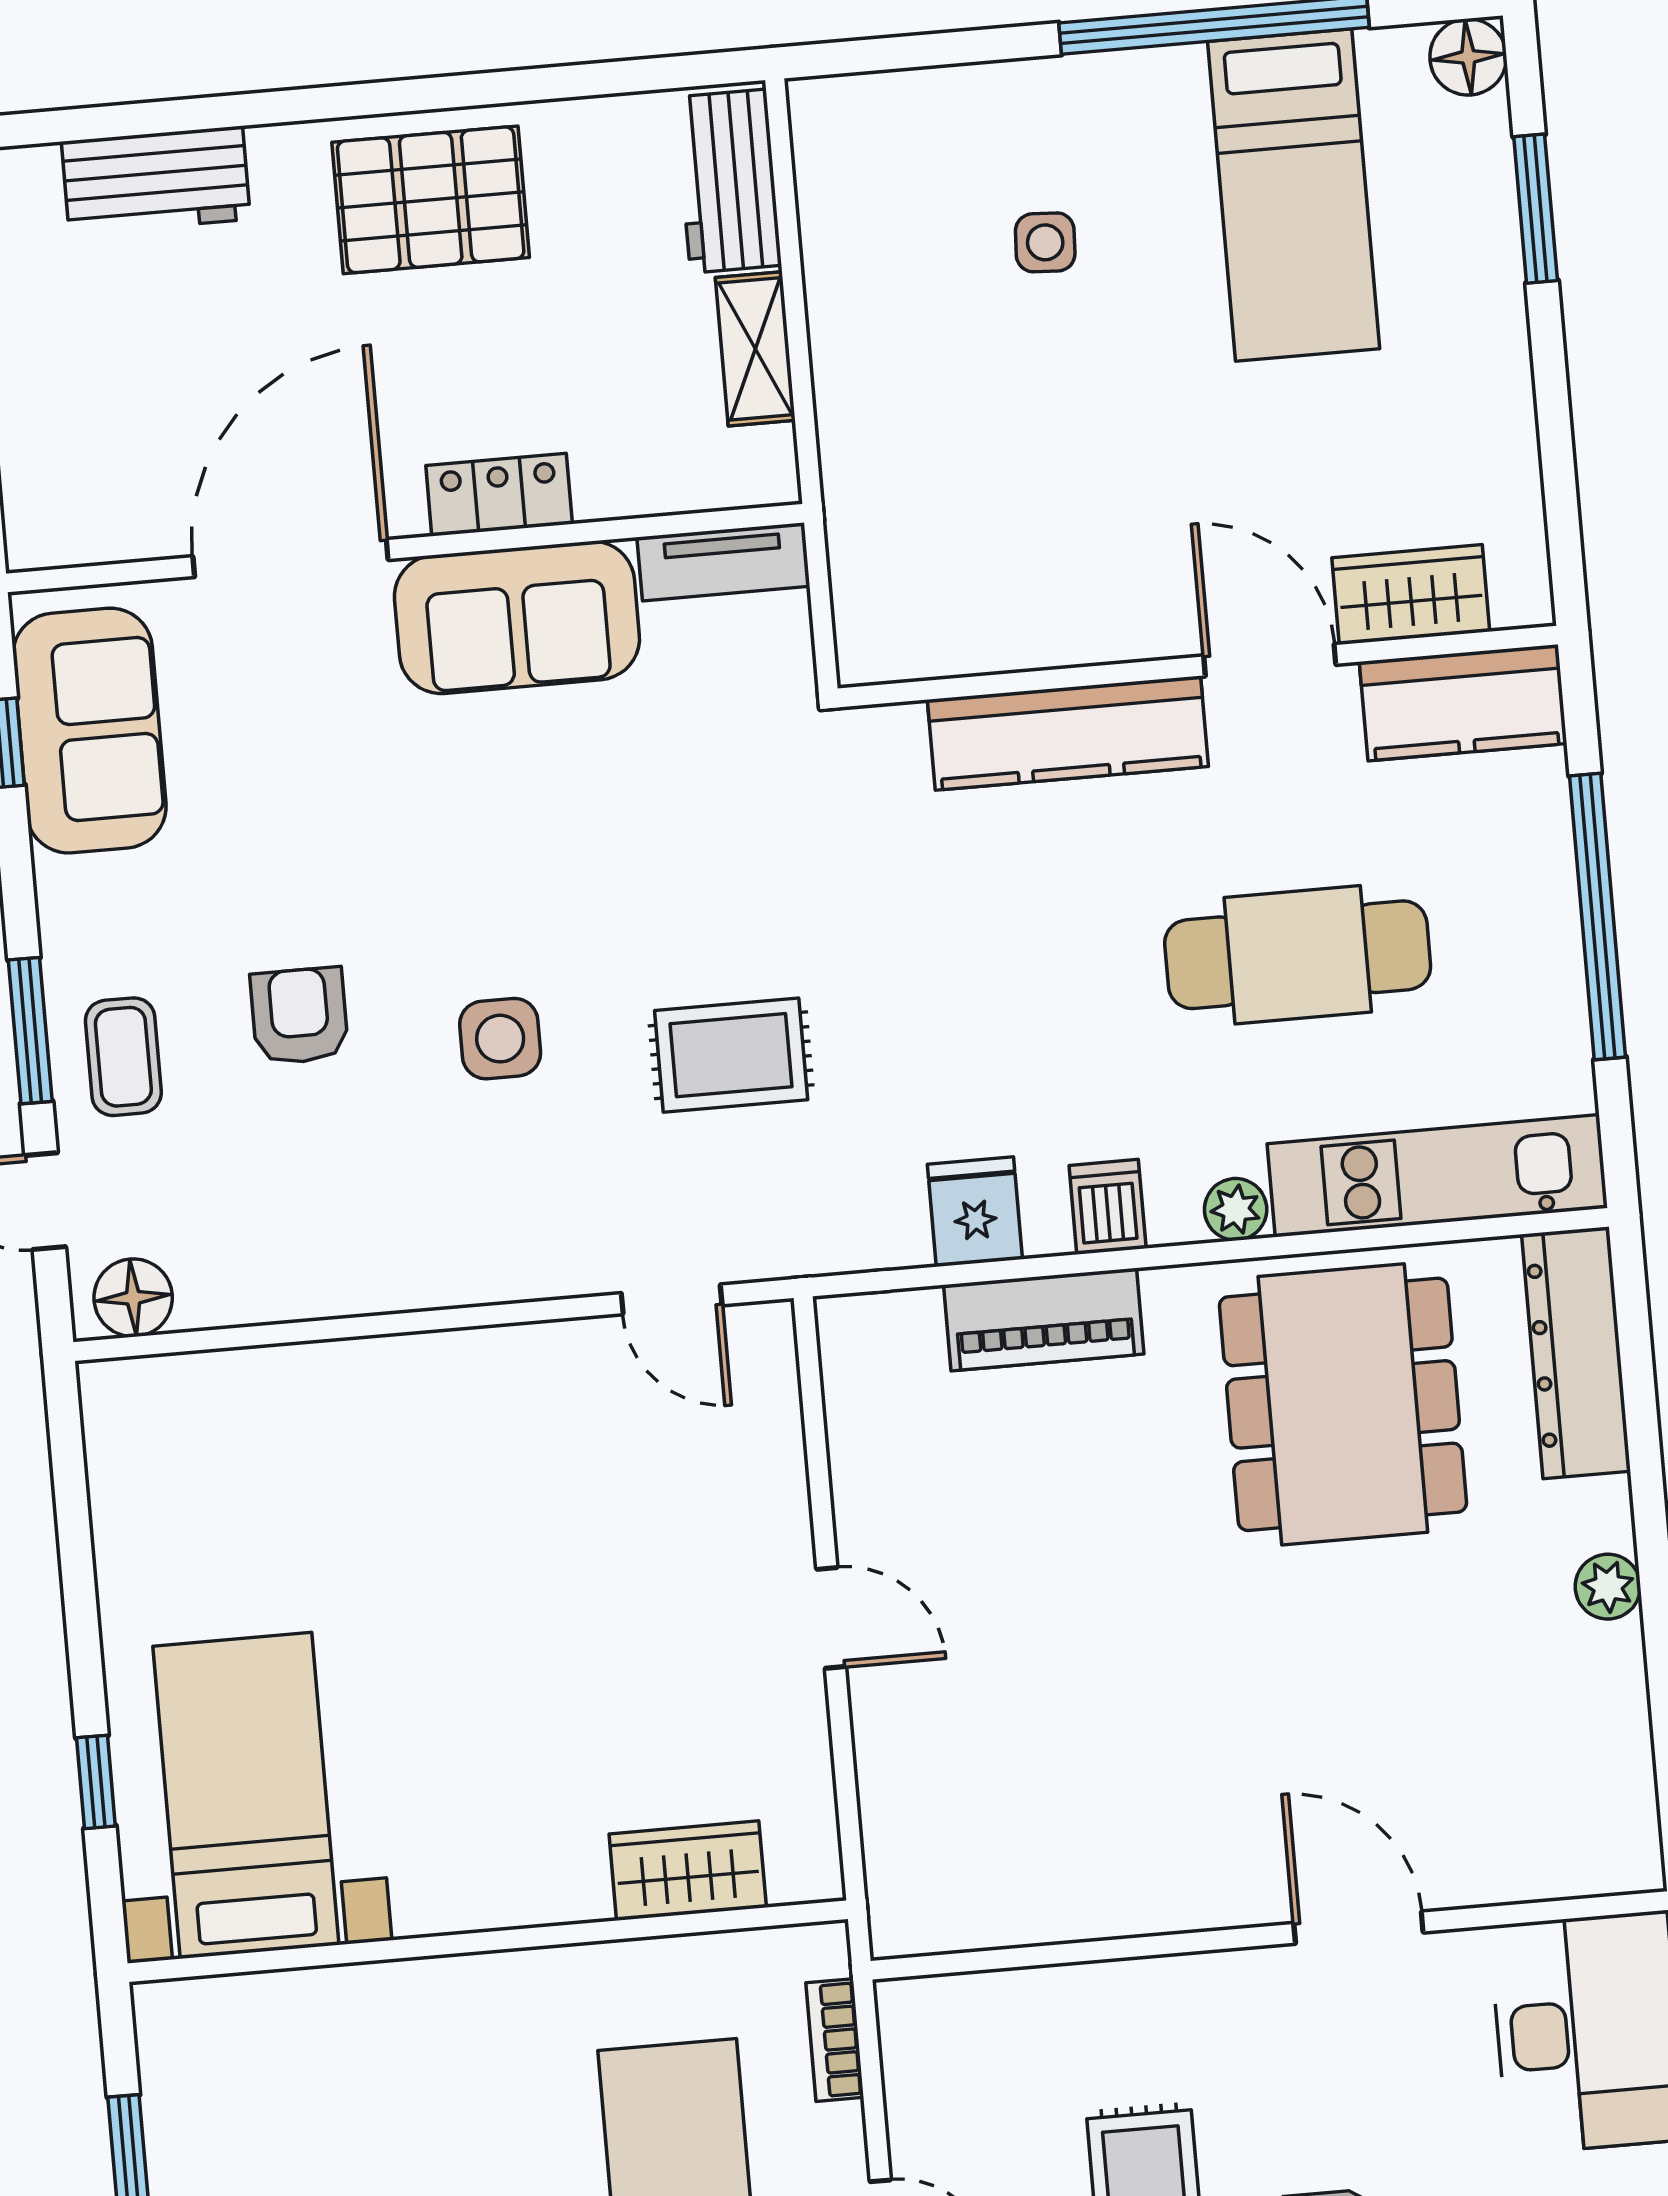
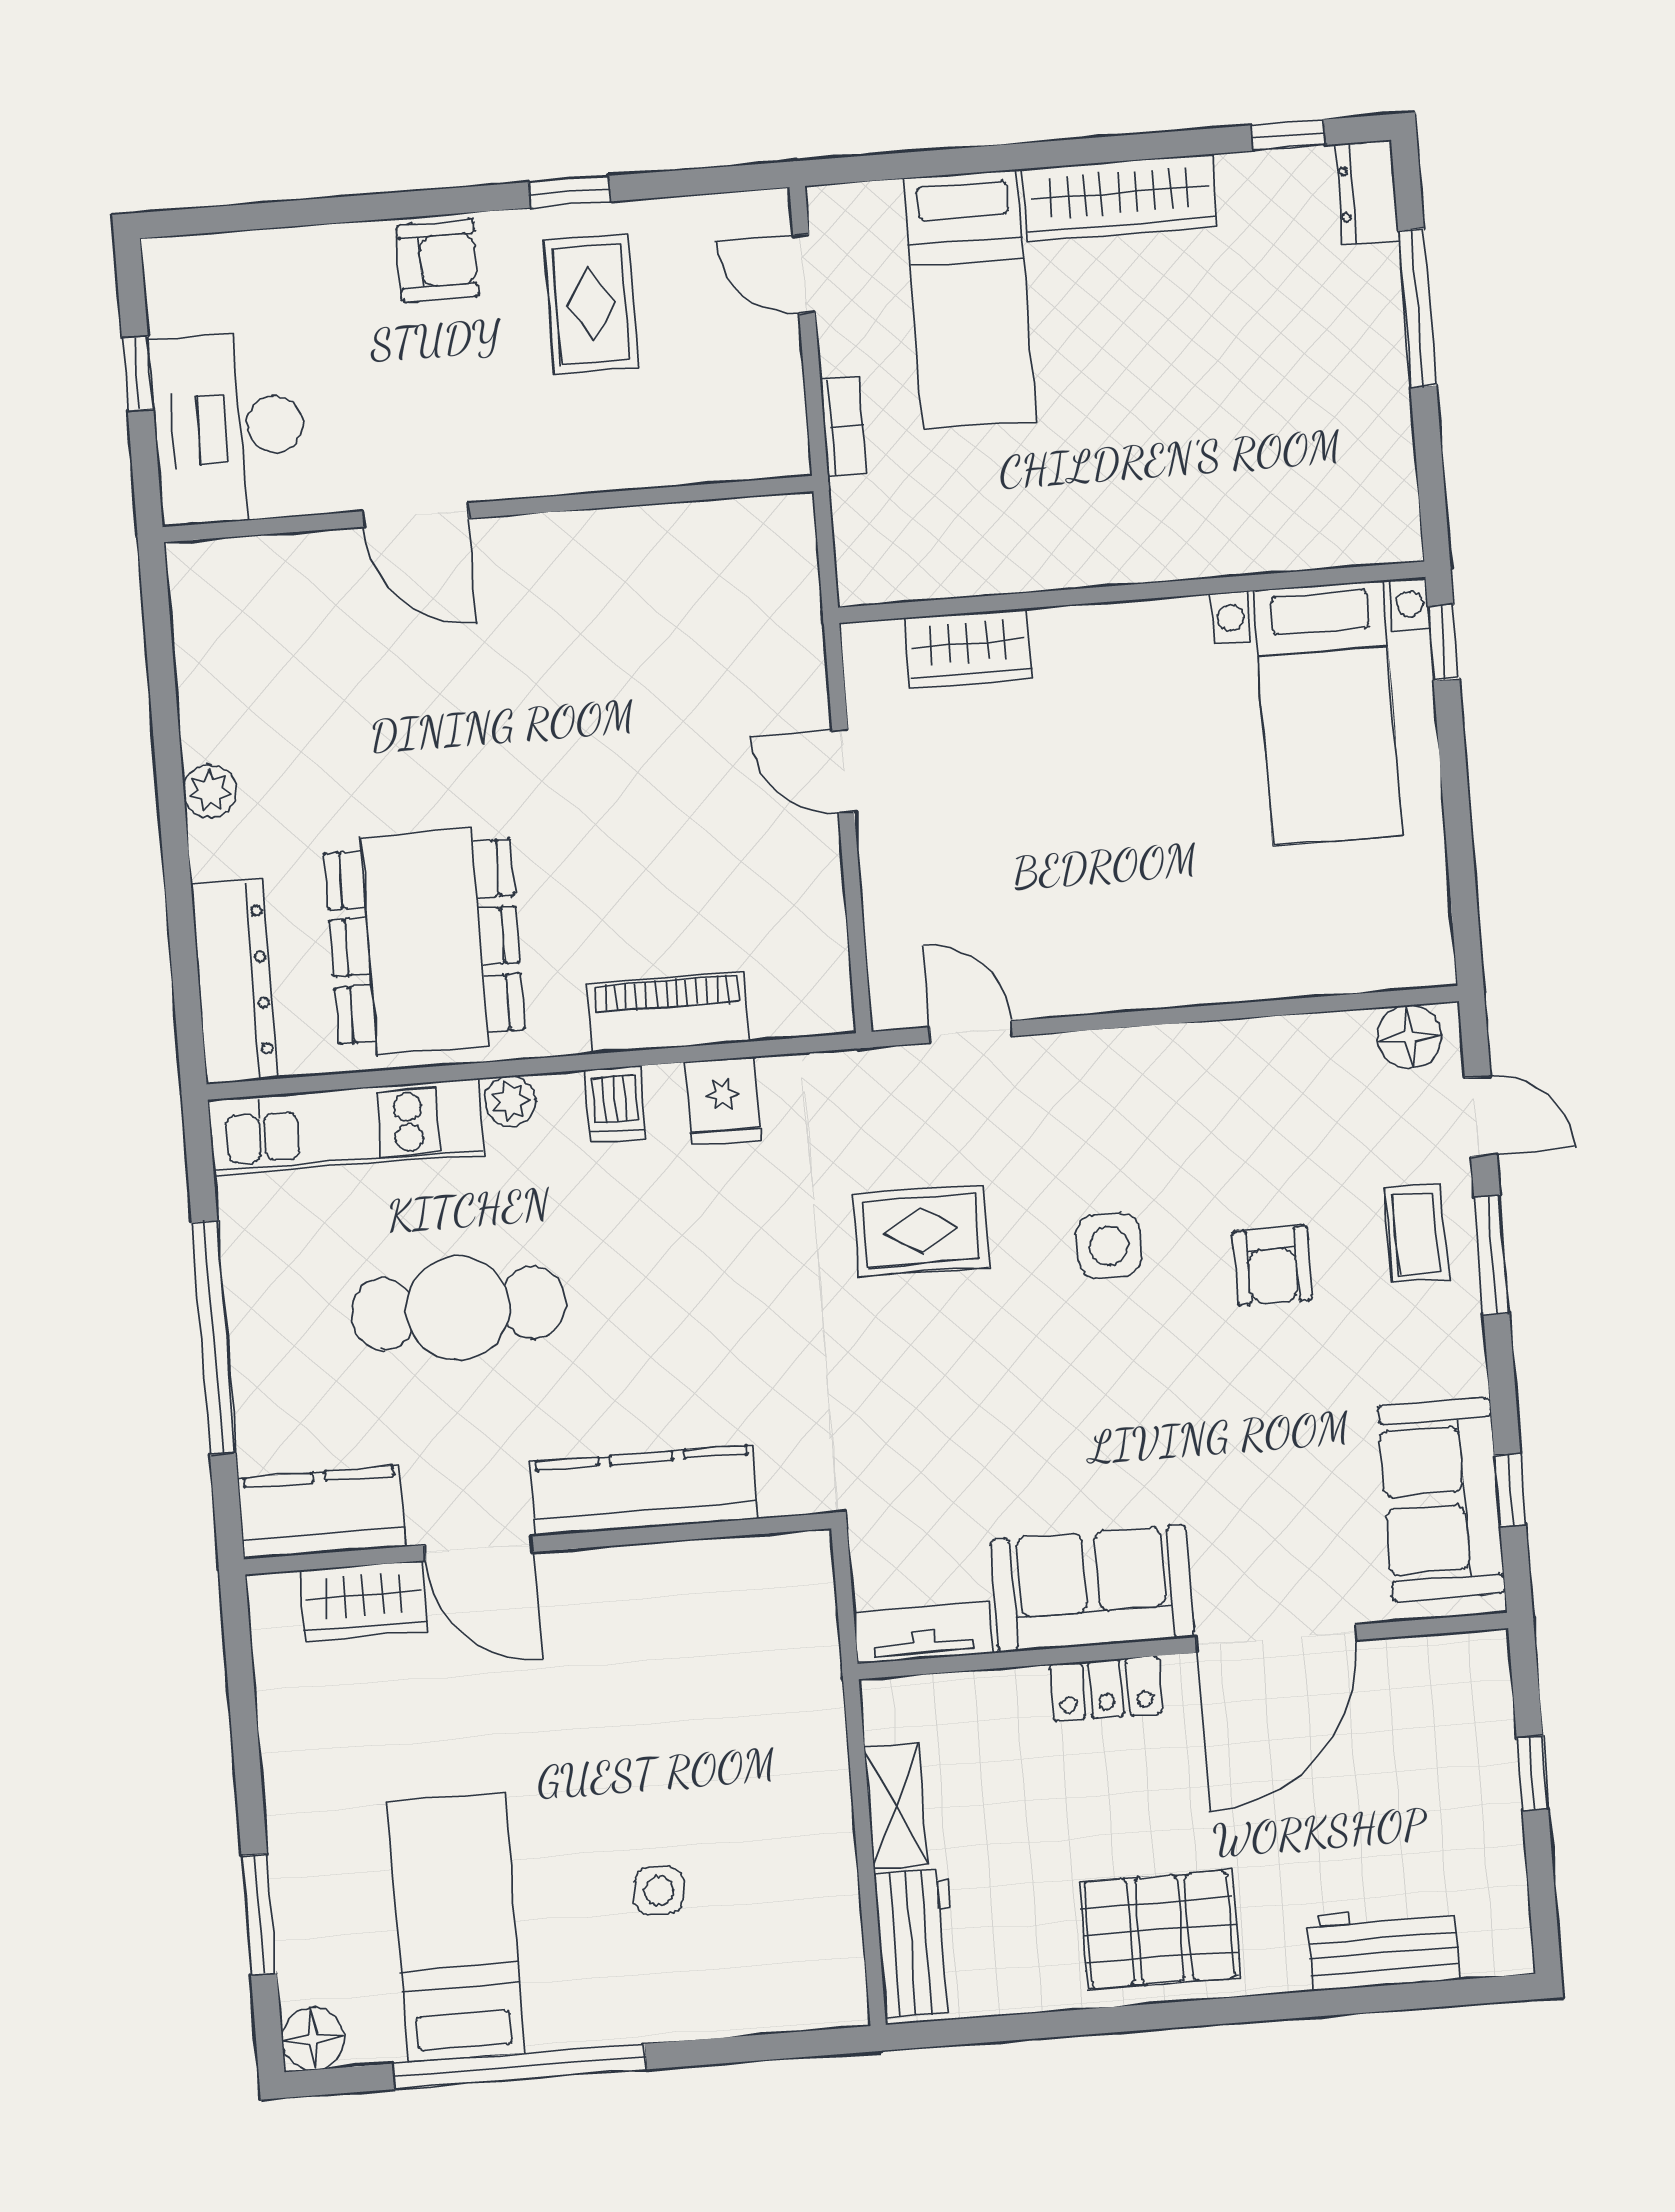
bed with nightstands: (246, 1795) -> (1328, 713), moved
wardrobe: (688, 1871) -> (968, 648), moved
wall: (488, 1941) -> (1132, 592), moved

